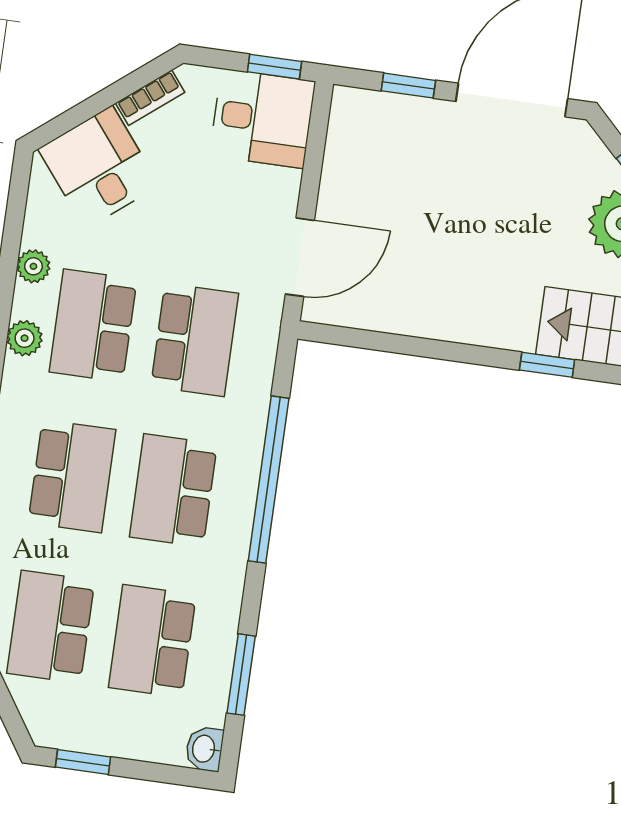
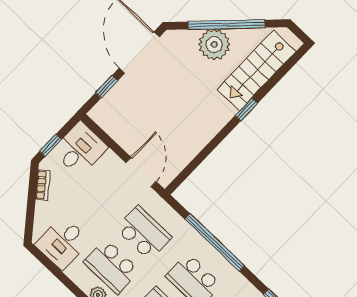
window: (274, 67) -> (51, 145), moved
desk: (99, 167) -> (63, 243), moved, turned -51
plant: (33, 266) -> (74, 273), removed

